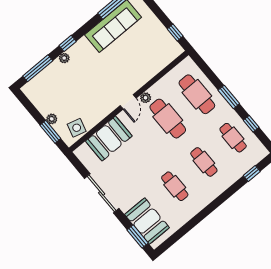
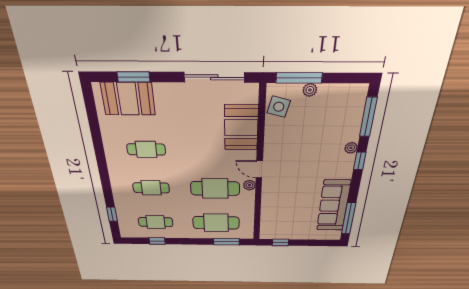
window: (229, 97) -> (226, 242), moved
window: (50, 132) -> (299, 78), width x1.44
sliding door: (102, 193) -> (214, 77), moved
window: (138, 236) -> (133, 77), moved

